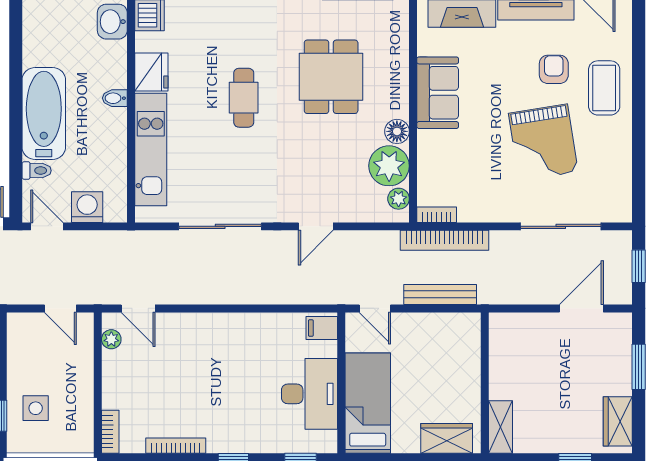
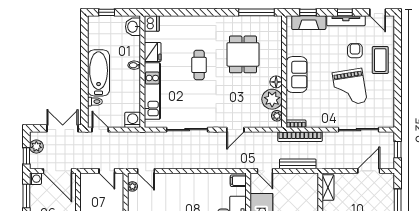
sofa: (438, 93) -> (297, 75), moved
washing machine: (87, 207) -> (133, 120), moved
shelving: (500, 341) -> (328, 187), added

